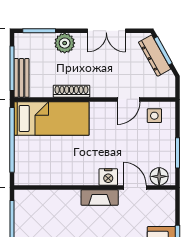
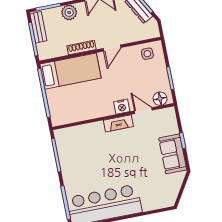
bench: (22, 78) -> (38, 27), moved
door: (129, 99) -> (112, 48), moved

